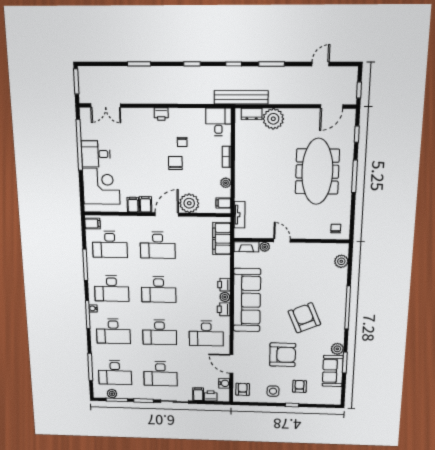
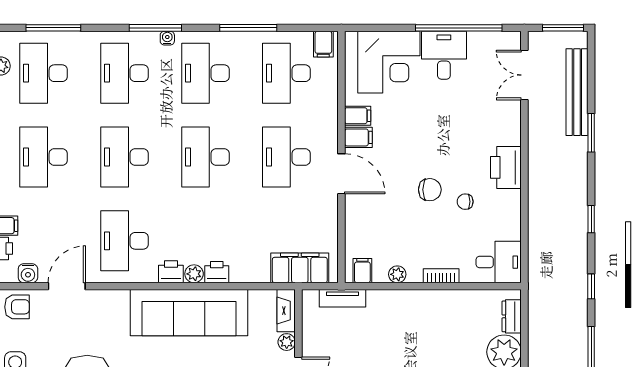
bench: (241, 97) -> (577, 92), moved
printer: (161, 114) -> (506, 167), width x1.87, depth x1.48
plant: (189, 203) -> (361, 212), removed

